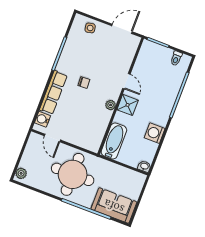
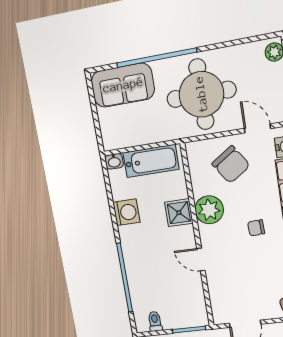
plant: (111, 105) -> (209, 210), width x1.87, depth x1.87
shower: (128, 105) -> (179, 213), moved
chair: (78, 126) -> (231, 165), added
bathtub: (114, 141) -> (151, 161), moved, turned -90

